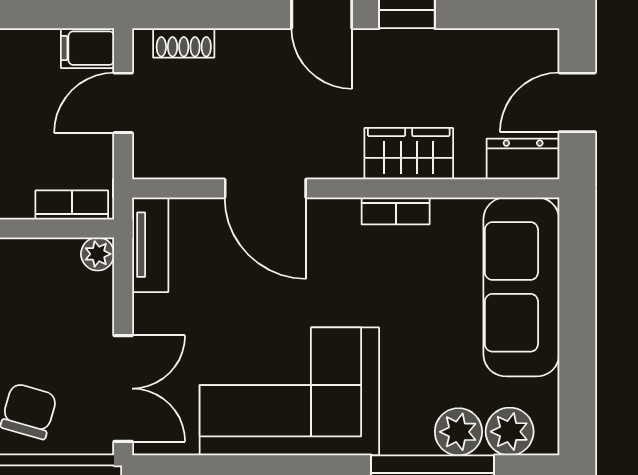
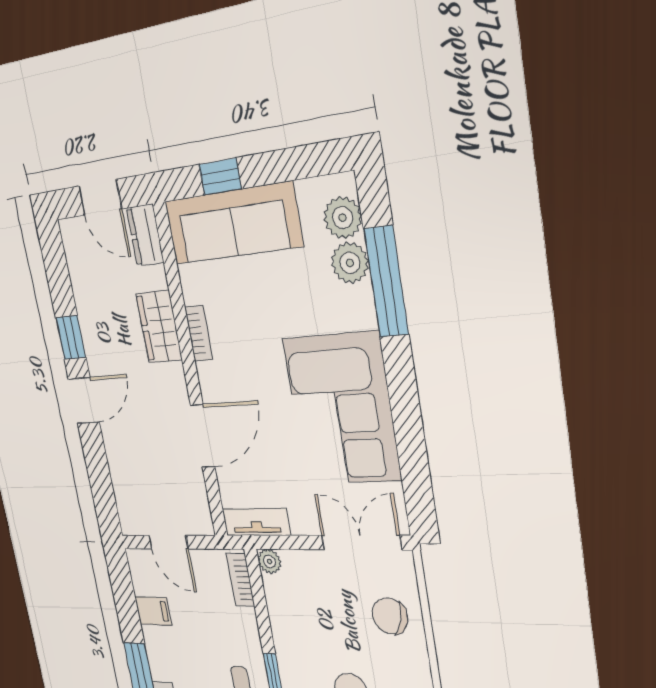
shoe rack: (184, 43) -> (124, 499), removed
filing cabinet: (88, 48) -> (153, 611), moved, turned -90
window: (577, 281) -> (220, 177), added

